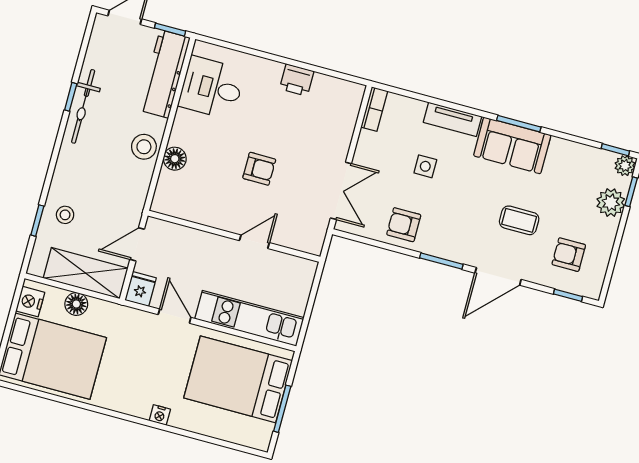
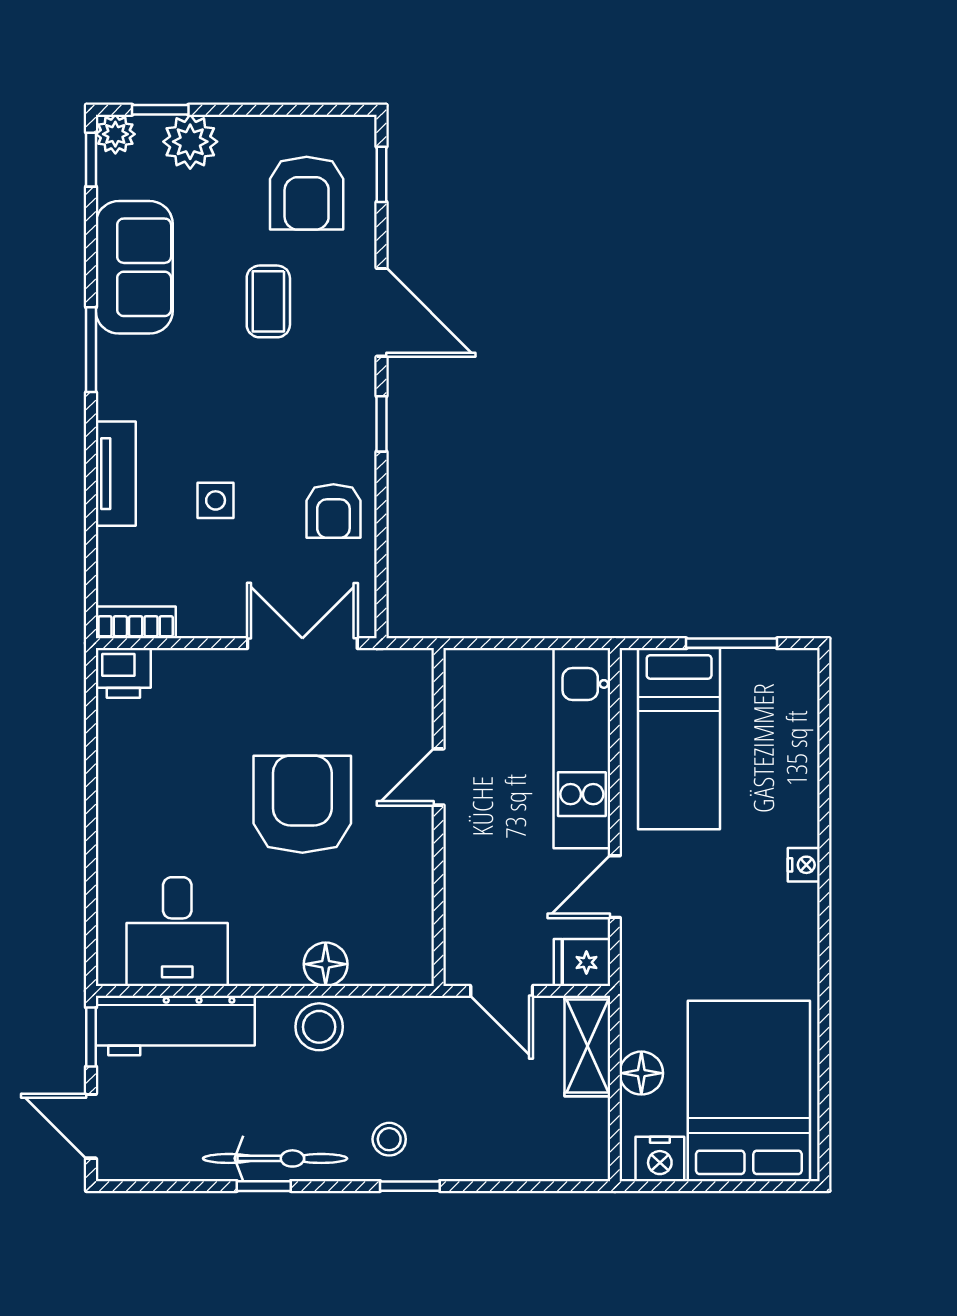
printer: (297, 80) -> (123, 673), moved, turned 90
sofa: (512, 145) -> (134, 267), moved
armchair: (259, 169) -> (302, 804), width x1.88, depth x1.88
stool: (65, 215) -> (389, 1139), moved
window: (37, 221) -> (410, 1186), moved
door: (254, 242) -> (439, 777), hinge flipped
armchair: (569, 255) -> (307, 193), width x1.38, depth x1.38
window: (441, 261) -> (382, 424), width x0.67
shelving: (86, 273) -> (587, 1046), width x0.67, depth x0.75
bed: (238, 379) -> (679, 739), width x0.67

